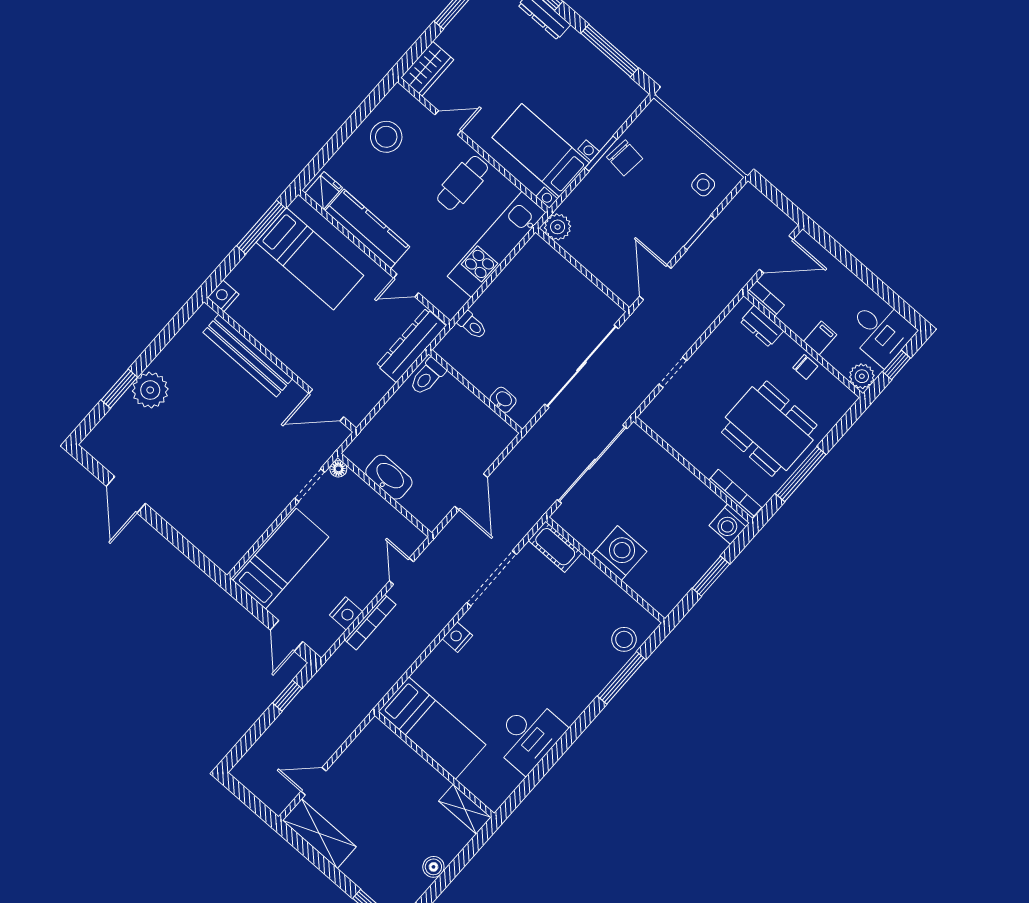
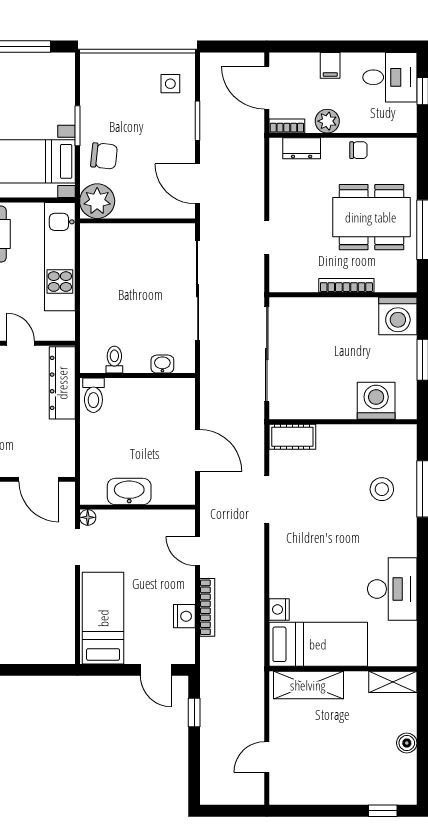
chair: (625, 158) -> (104, 156), moved
plant: (558, 227) -> (97, 201), width x1.36, depth x1.36
door: (776, 254) -> (267, 88), swing flipped
door: (406, 285) -> (21, 343), swing flipped
toilet: (472, 325) -> (114, 360), moved, turned -90
filing cabinet: (820, 338) -> (330, 65), moved, turned 180
plant: (862, 376) -> (327, 121), moved
door: (326, 405) -> (39, 479), hinge flipped
bookcase: (735, 494) -> (346, 285), moved
washing machine: (729, 524) -> (398, 316), width x1.37, depth x1.37
washing machine: (619, 553) -> (376, 401), moved
doorway: (492, 578) -> (267, 499), width x0.73
nightstand: (457, 637) -> (279, 609), moved
stool: (624, 639) -> (382, 489), moved
shelving: (319, 834) -> (308, 685), moved

